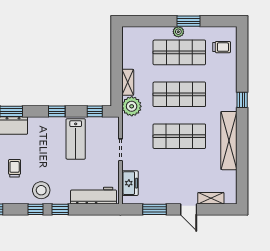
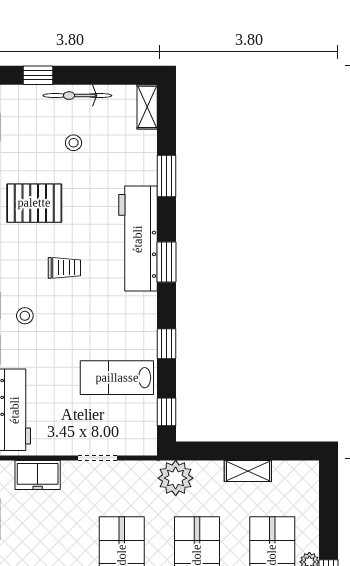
shelving: (128, 82) -> (248, 471), moved
stool: (41, 190) -> (25, 316), width x0.53, depth x0.53

